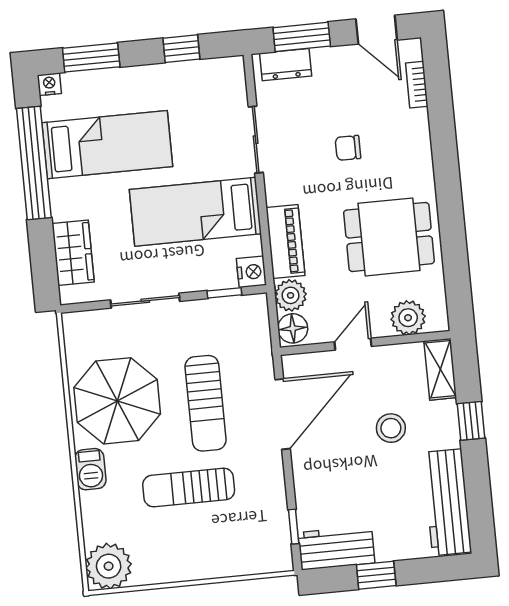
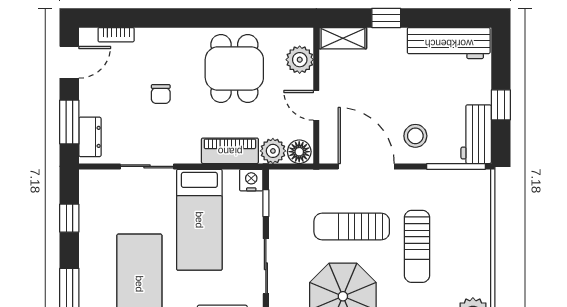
sun lounger: (206, 403) -> (352, 227), turned 180
stool: (391, 428) -> (415, 136), moved
window: (294, 527) -> (456, 166), width x2.17

